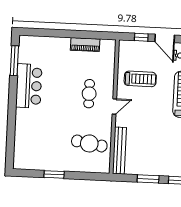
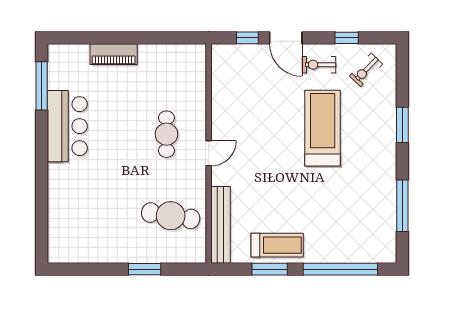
piano: (85, 45) -> (114, 54), moved
treadmill: (140, 79) -> (277, 245), moved
window: (54, 174) -> (145, 269), moved

